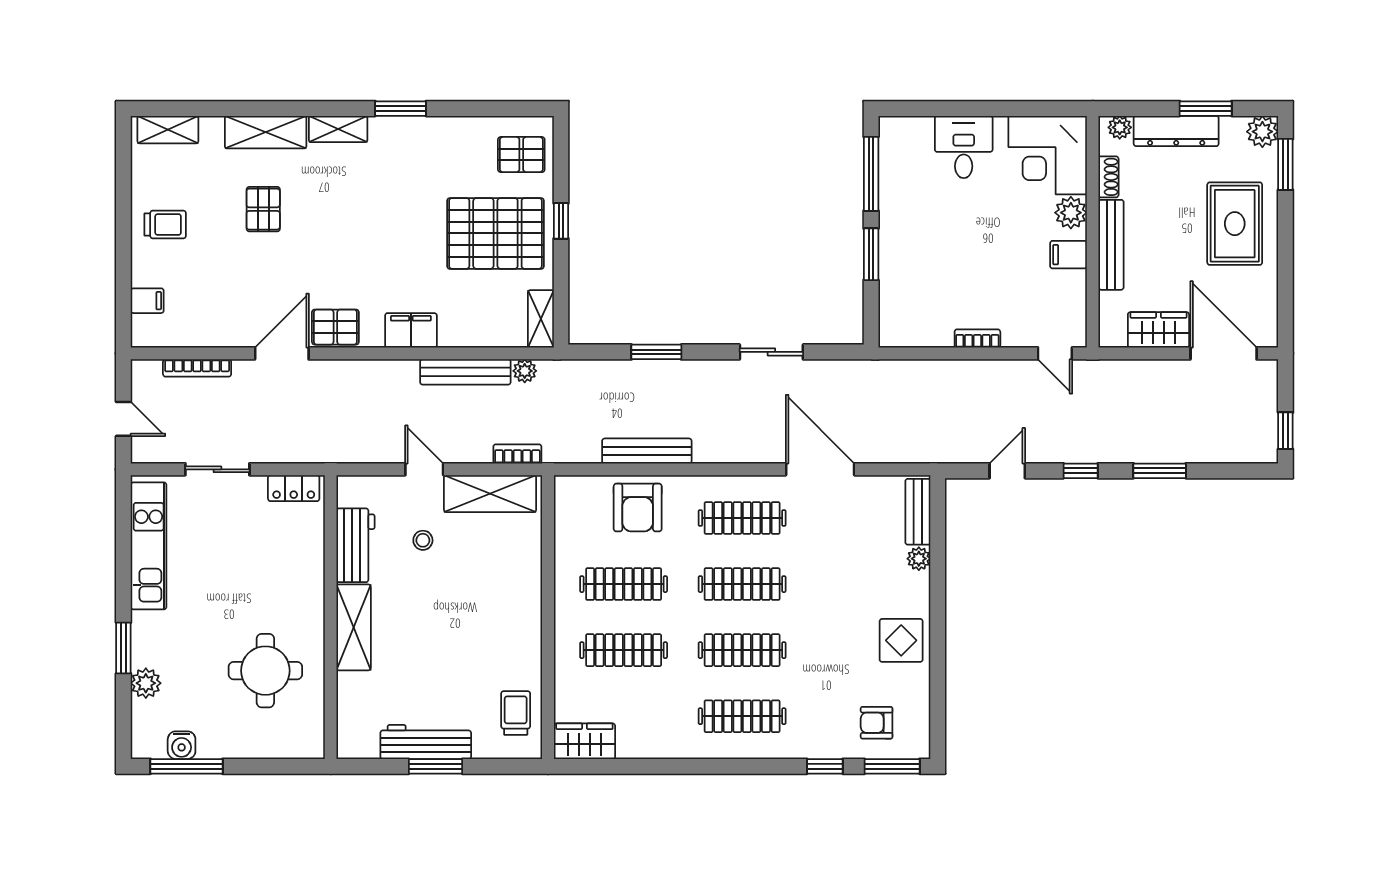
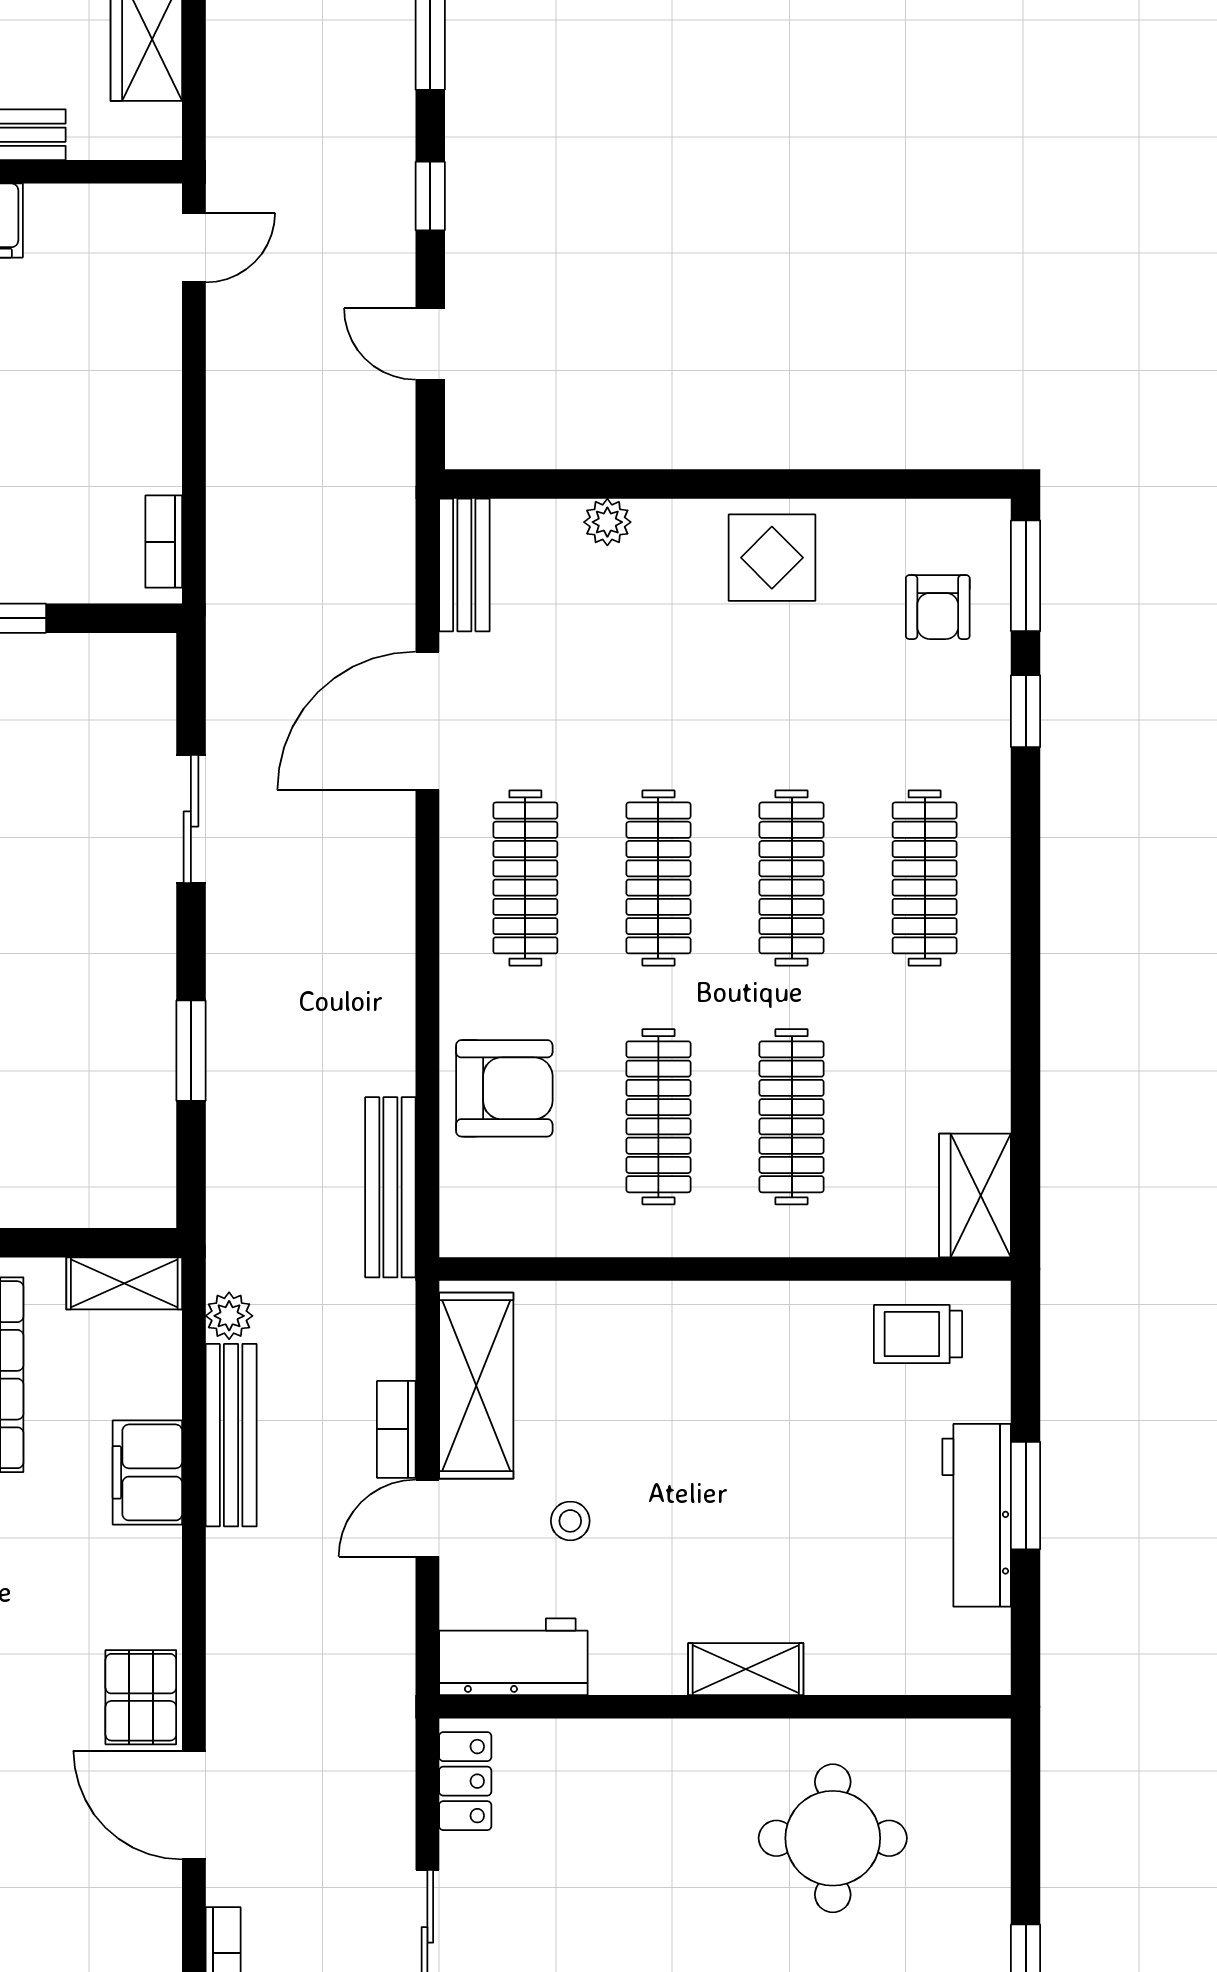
filing cabinet: (411, 330) -> (147, 1472), moved
bookcase: (977, 338) -> (164, 542), moved
bench: (647, 451) -> (390, 1187), moved
bookcase: (517, 454) -> (396, 1429), moved
bench: (918, 512) -> (464, 565), moved, turned 90
workbench: (355, 545) -> (513, 1657), moved
shelving: (354, 627) -> (746, 1669), width x0.67, depth x0.75

